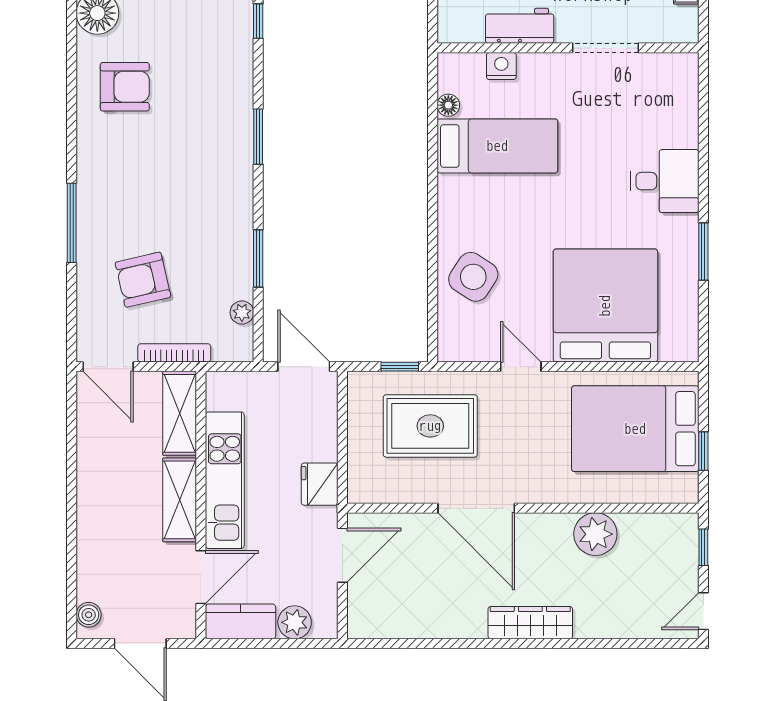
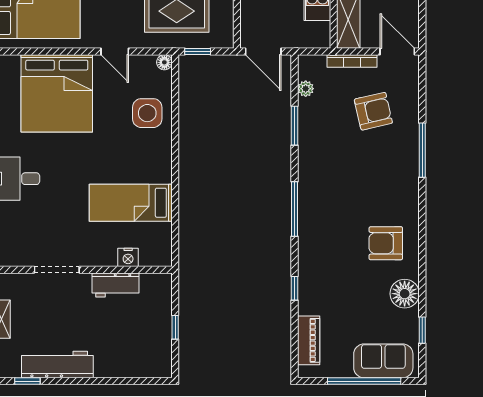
floor lamp: (448, 105) -> (164, 62), moved
window: (258, 137) -> (295, 209), width x1.44
side table: (473, 277) -> (147, 113), turned -33

